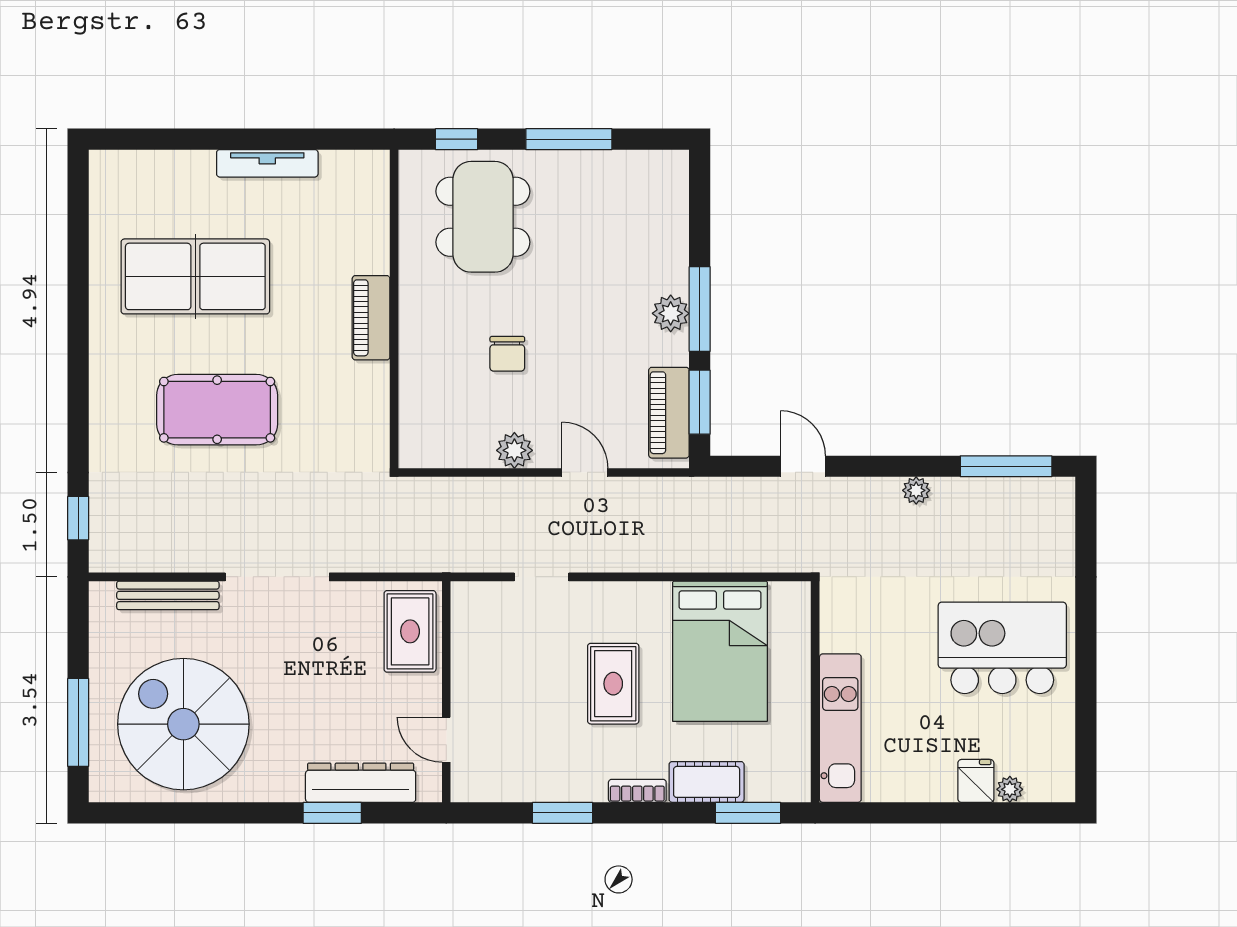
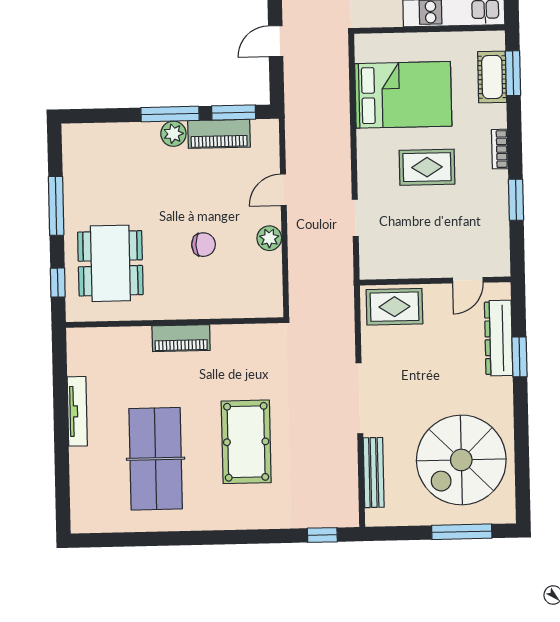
dining table: (483, 217) -> (110, 263), turned 90
piano: (669, 413) -> (219, 134), moved
cot: (707, 782) -> (492, 77), moved

